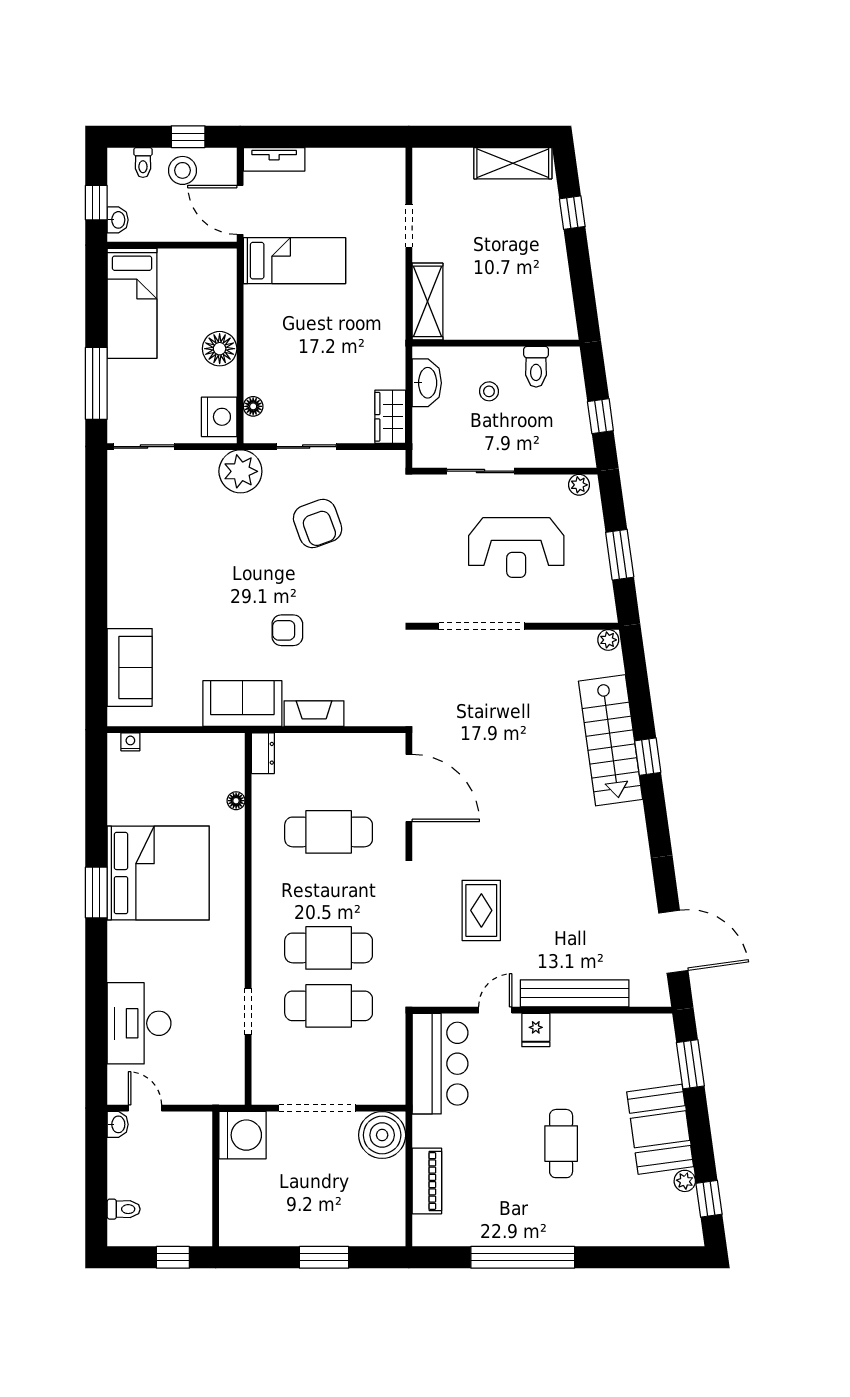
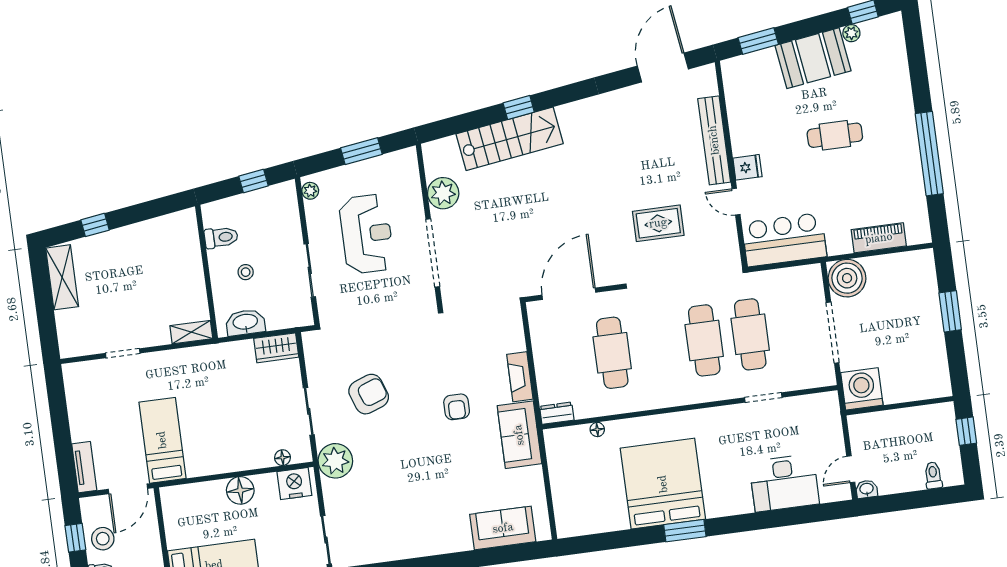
shelving: (427, 301) -> (191, 332), width x0.67, depth x0.75
plant: (608, 640) -> (443, 193), moved, width x1.87, depth x1.87
nightstand: (130, 742) -> (562, 520), removed

